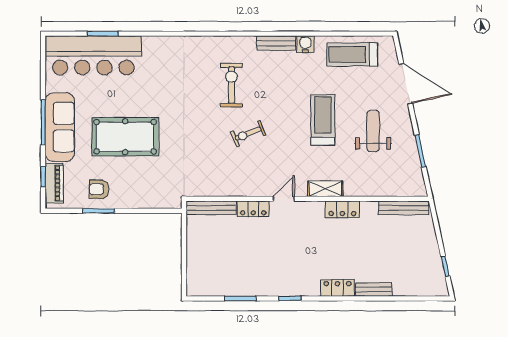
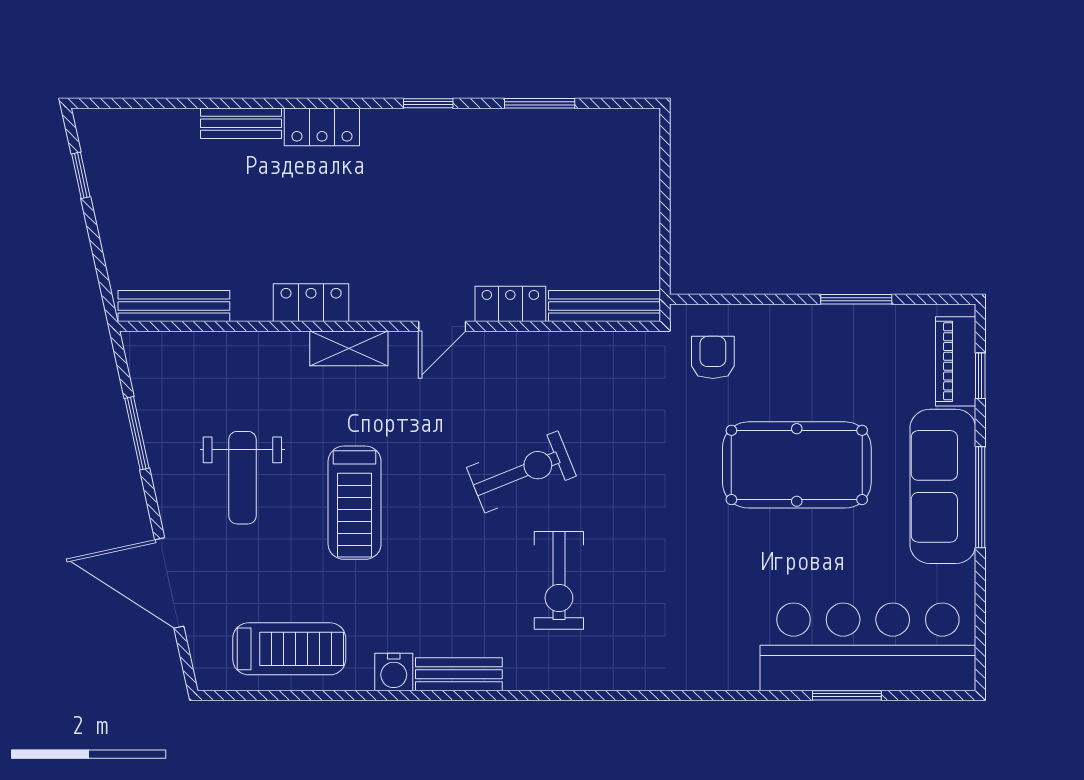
exercise bike: (248, 134) -> (521, 472), width x1.38, depth x1.39
armchair: (99, 189) -> (713, 357), moved, turned -90

